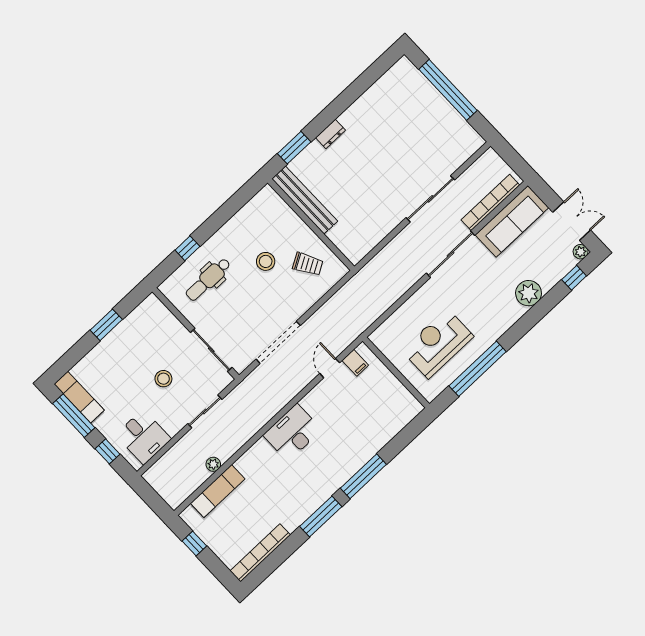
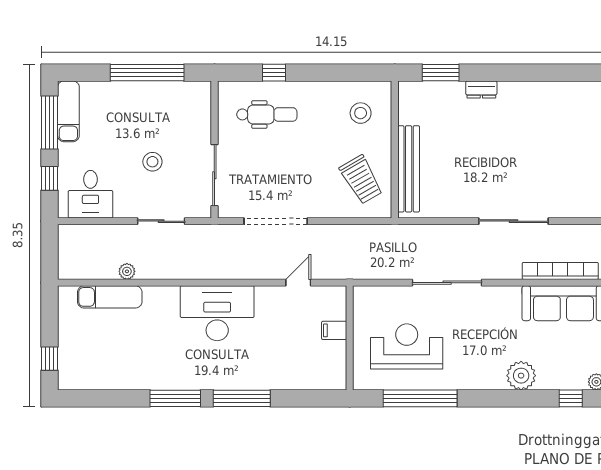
bench: (305, 200) -> (409, 169), moved
sliding door: (451, 254) -> (447, 283), moved
stool: (266, 261) -> (361, 113), moved
trolley: (308, 264) -> (361, 180), width x1.36, depth x1.39
dental chair: (208, 279) -> (267, 114), turned 180
window: (106, 325) -> (147, 73), width x2.11
filing cabinet: (355, 363) -> (334, 330), moved, turned 90
desk: (292, 433) -> (217, 313), width x1.36, depth x1.30
window: (194, 544) -> (50, 359), moved
bookcase: (260, 553) -> (97, 381), removed

